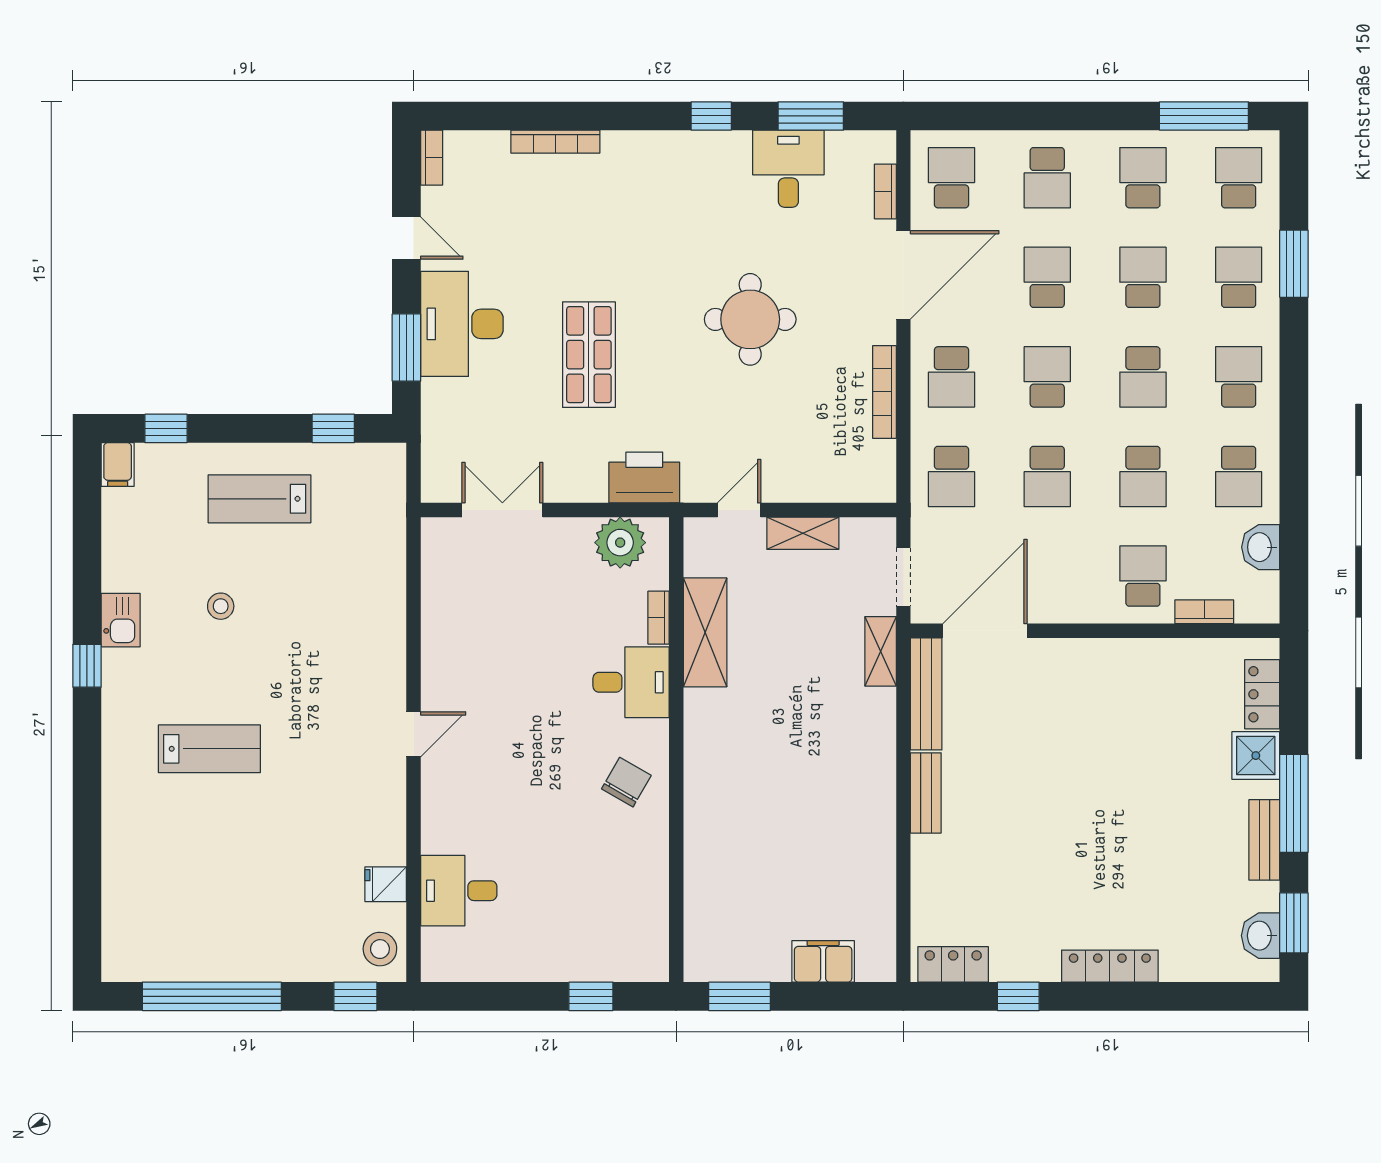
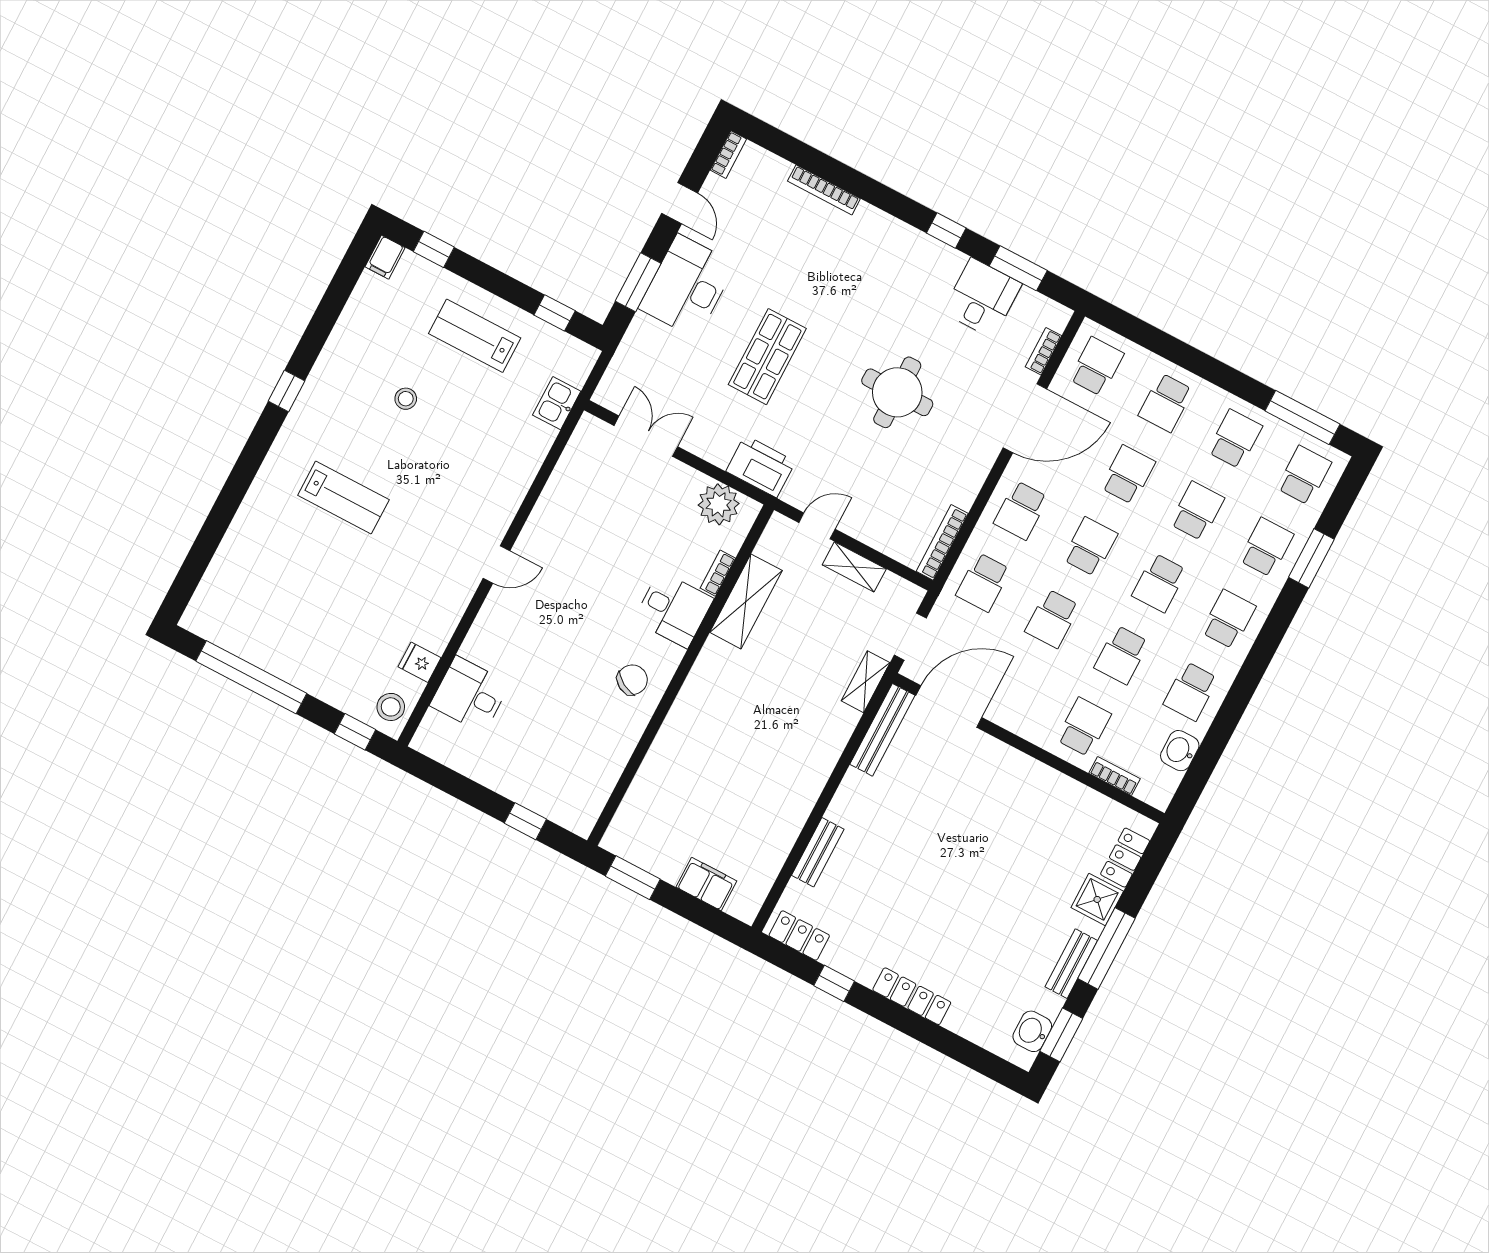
bookcase: (884, 392) -> (942, 542), moved
kitchen sink: (121, 620) -> (557, 403), moved, turned 180
bench: (926, 793) -> (818, 852), moved

